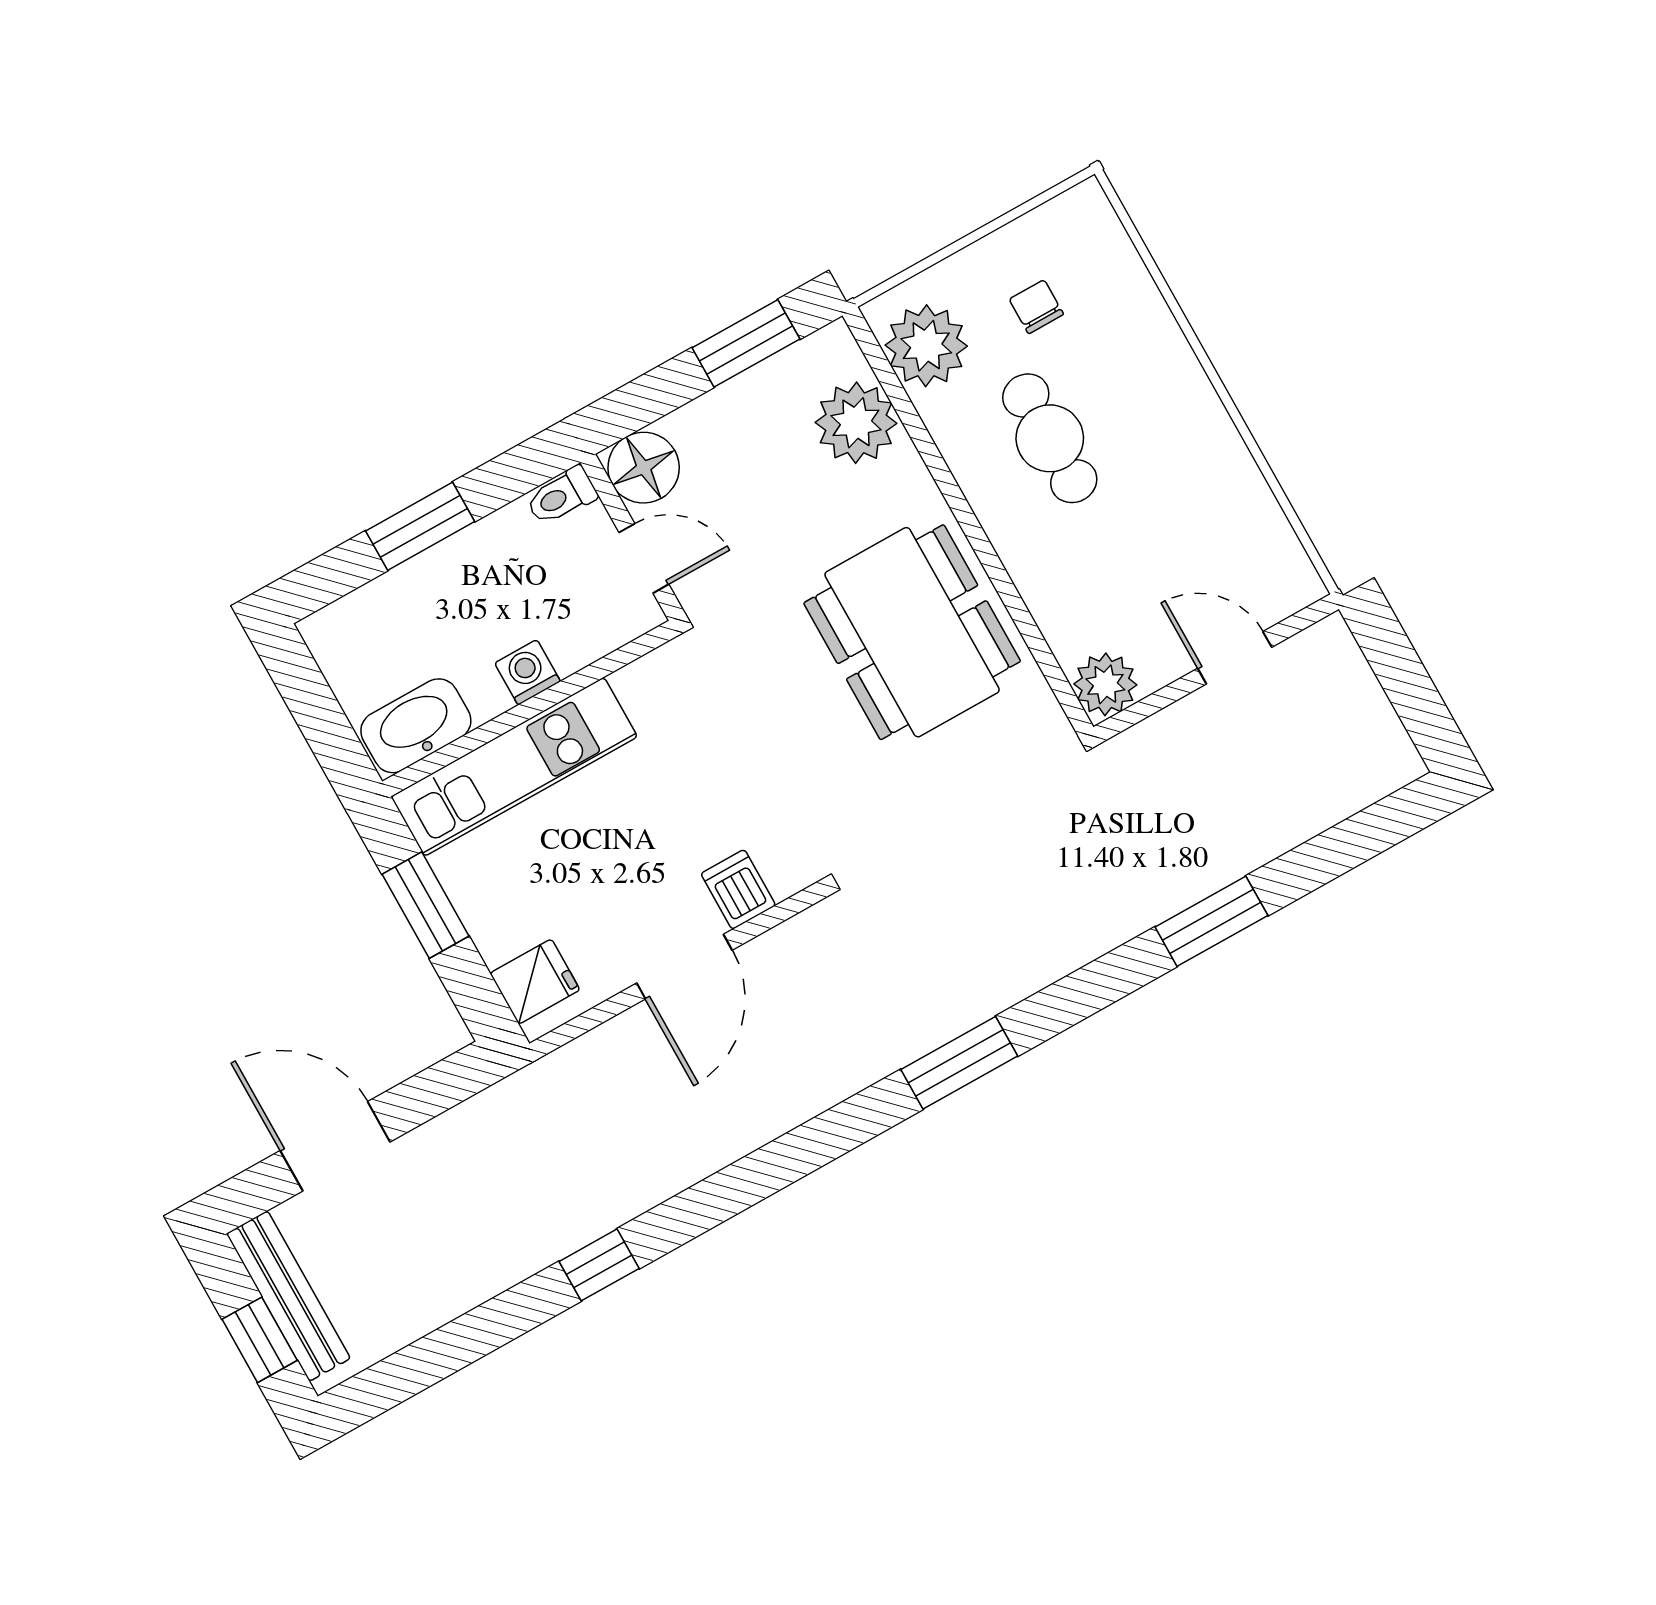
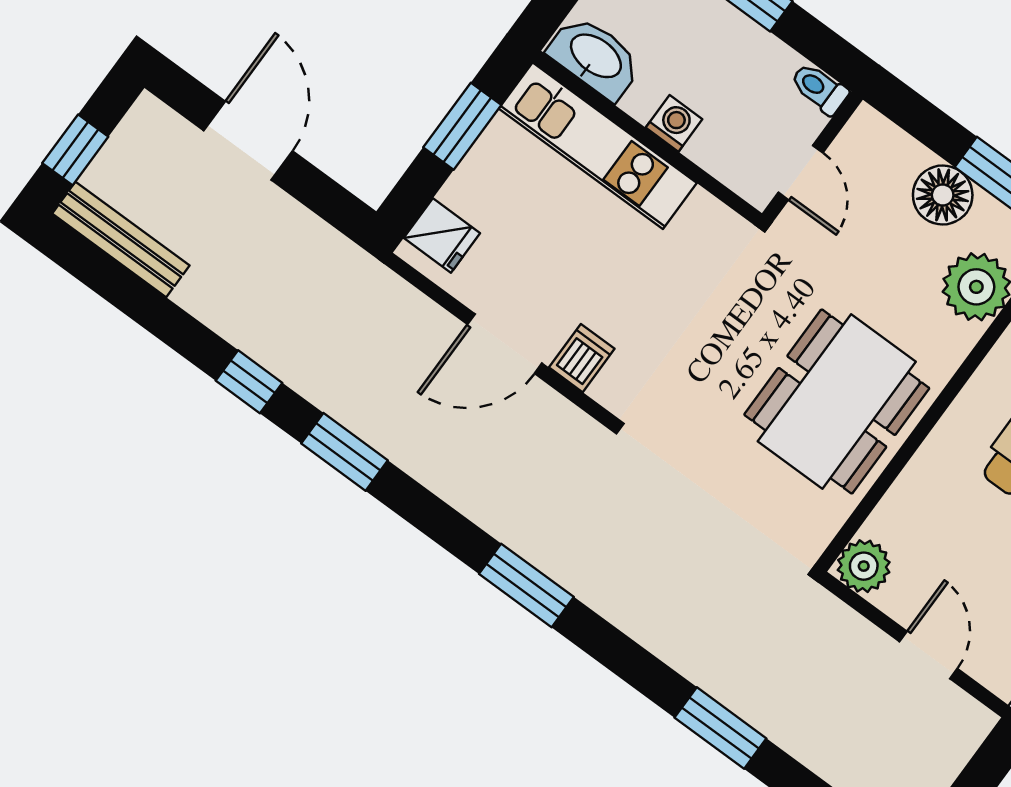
floor lamp: (644, 468) -> (943, 195), moved
window: (723, 1195) -> (345, 452), added
bench: (288, 1296) -> (121, 240), moved, turned 90

